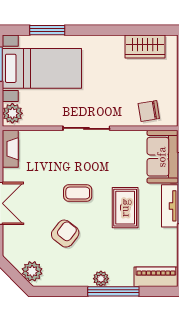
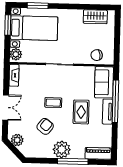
plant: (32, 271) -> (17, 140), moved
plant: (101, 279) -> (62, 150), width x1.87, depth x1.87

